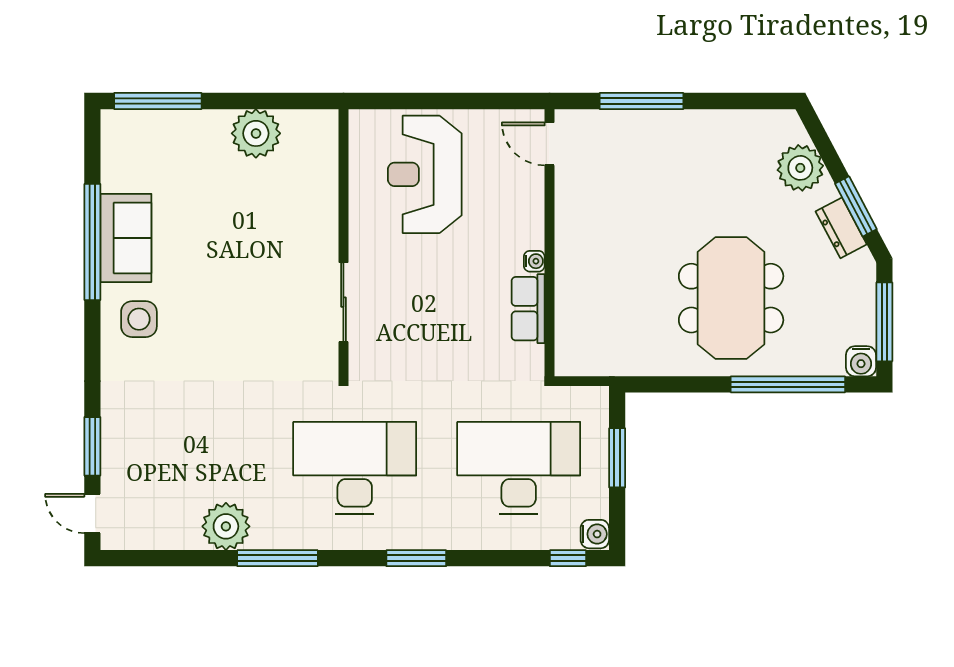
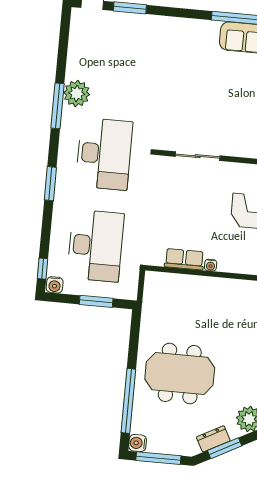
side table: (139, 319) -> (199, 41), removed
plant: (226, 526) -> (77, 93), moved

